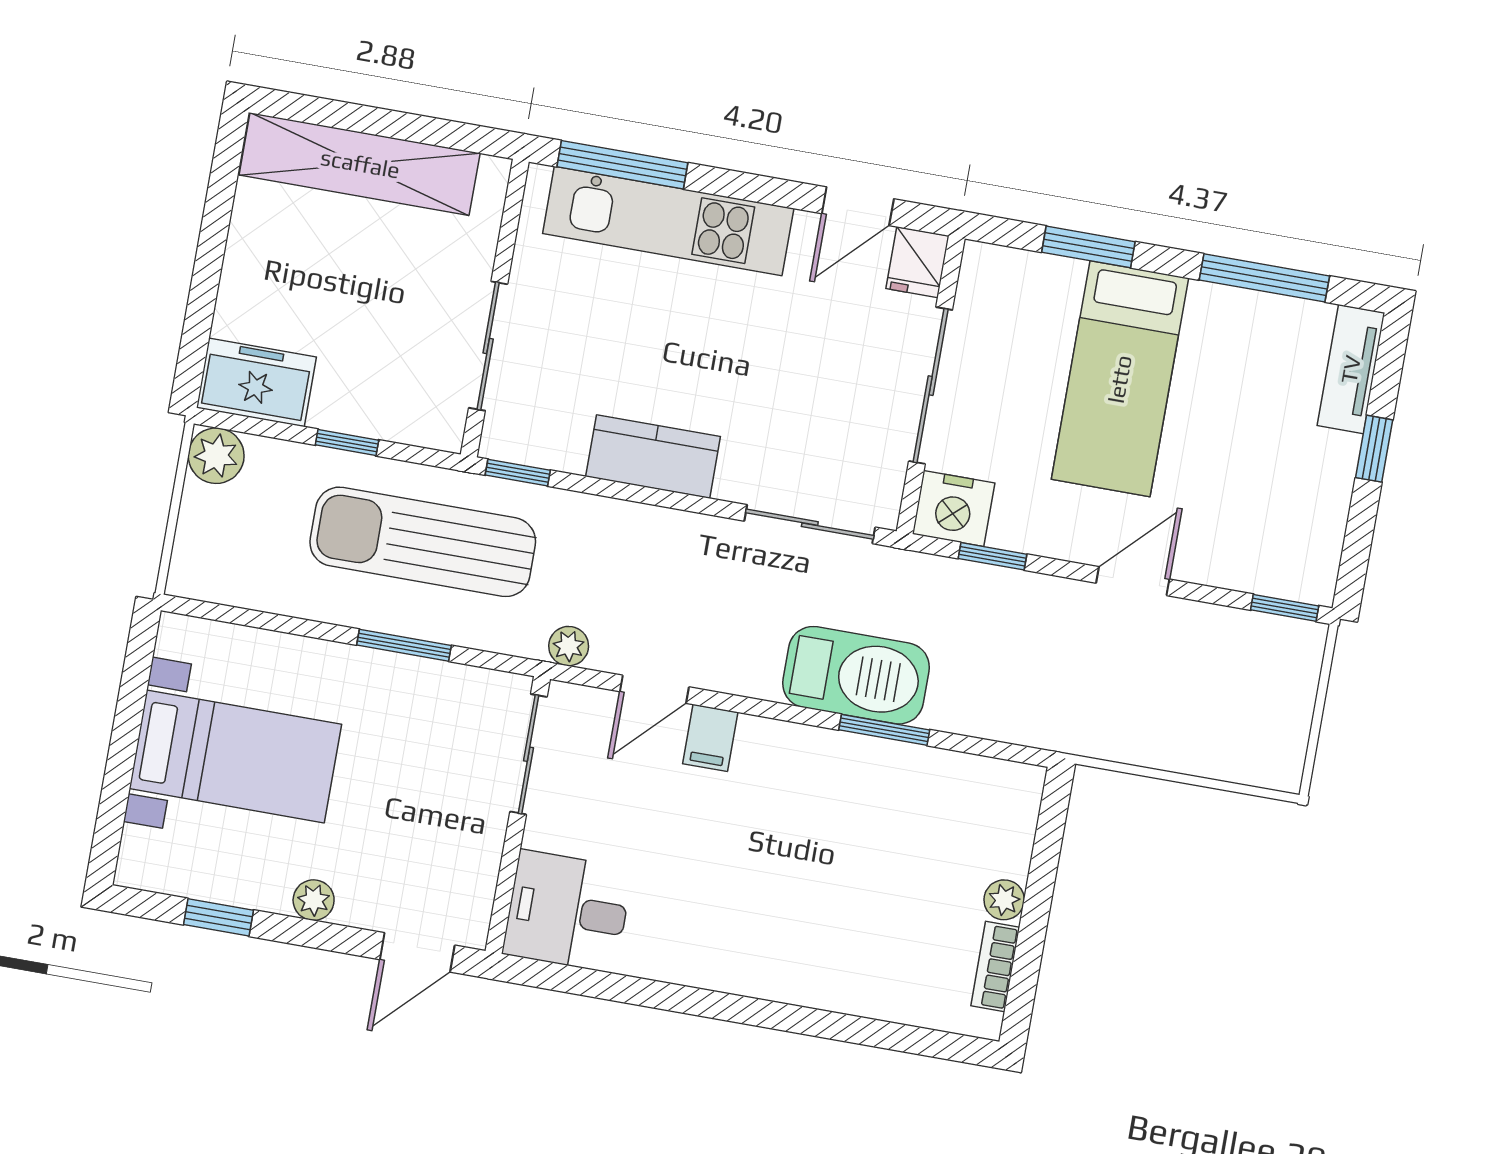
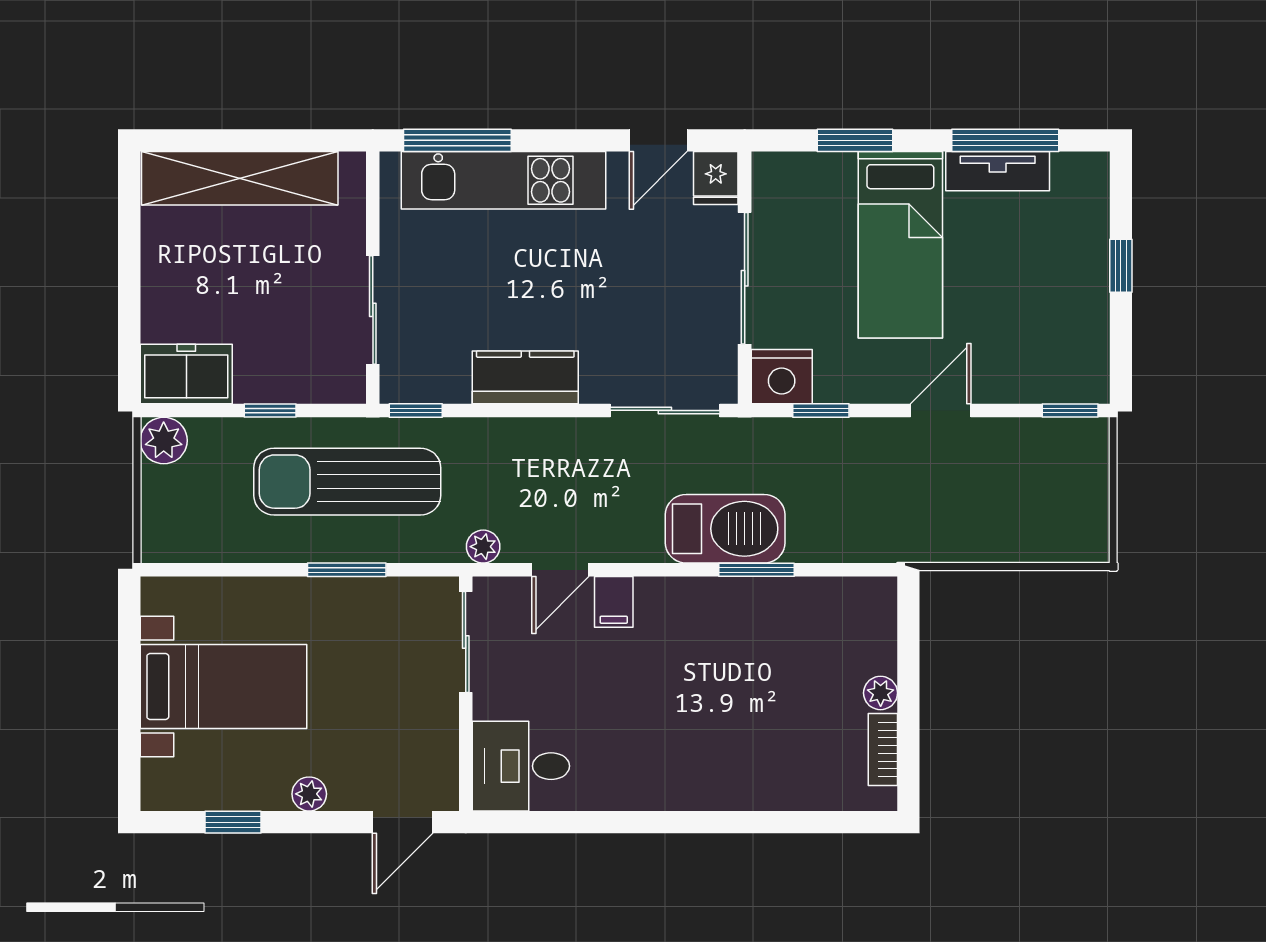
tv unit: (1351, 369) -> (998, 171), moved, turned -90

